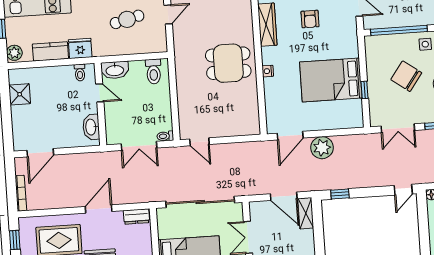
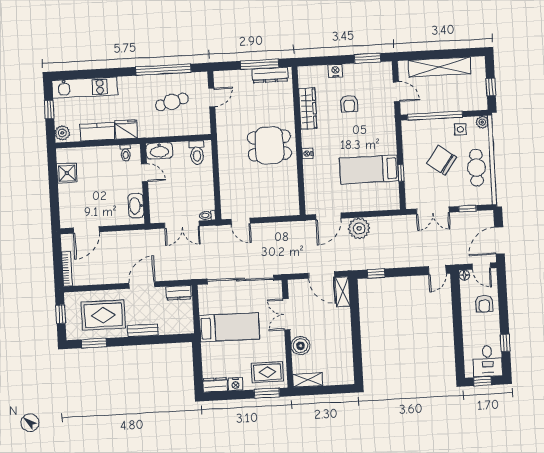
bed: (331, 80) -> (369, 169), width x0.67

